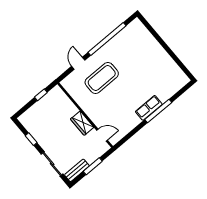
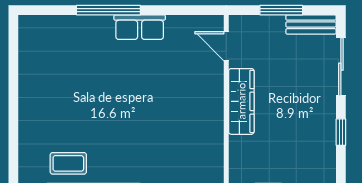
coffee table: (102, 78) -> (68, 163), moved, width x0.54, depth x0.58
row of seats: (149, 108) -> (140, 27), moved
wardrobe: (82, 123) -> (241, 101), width x1.50

